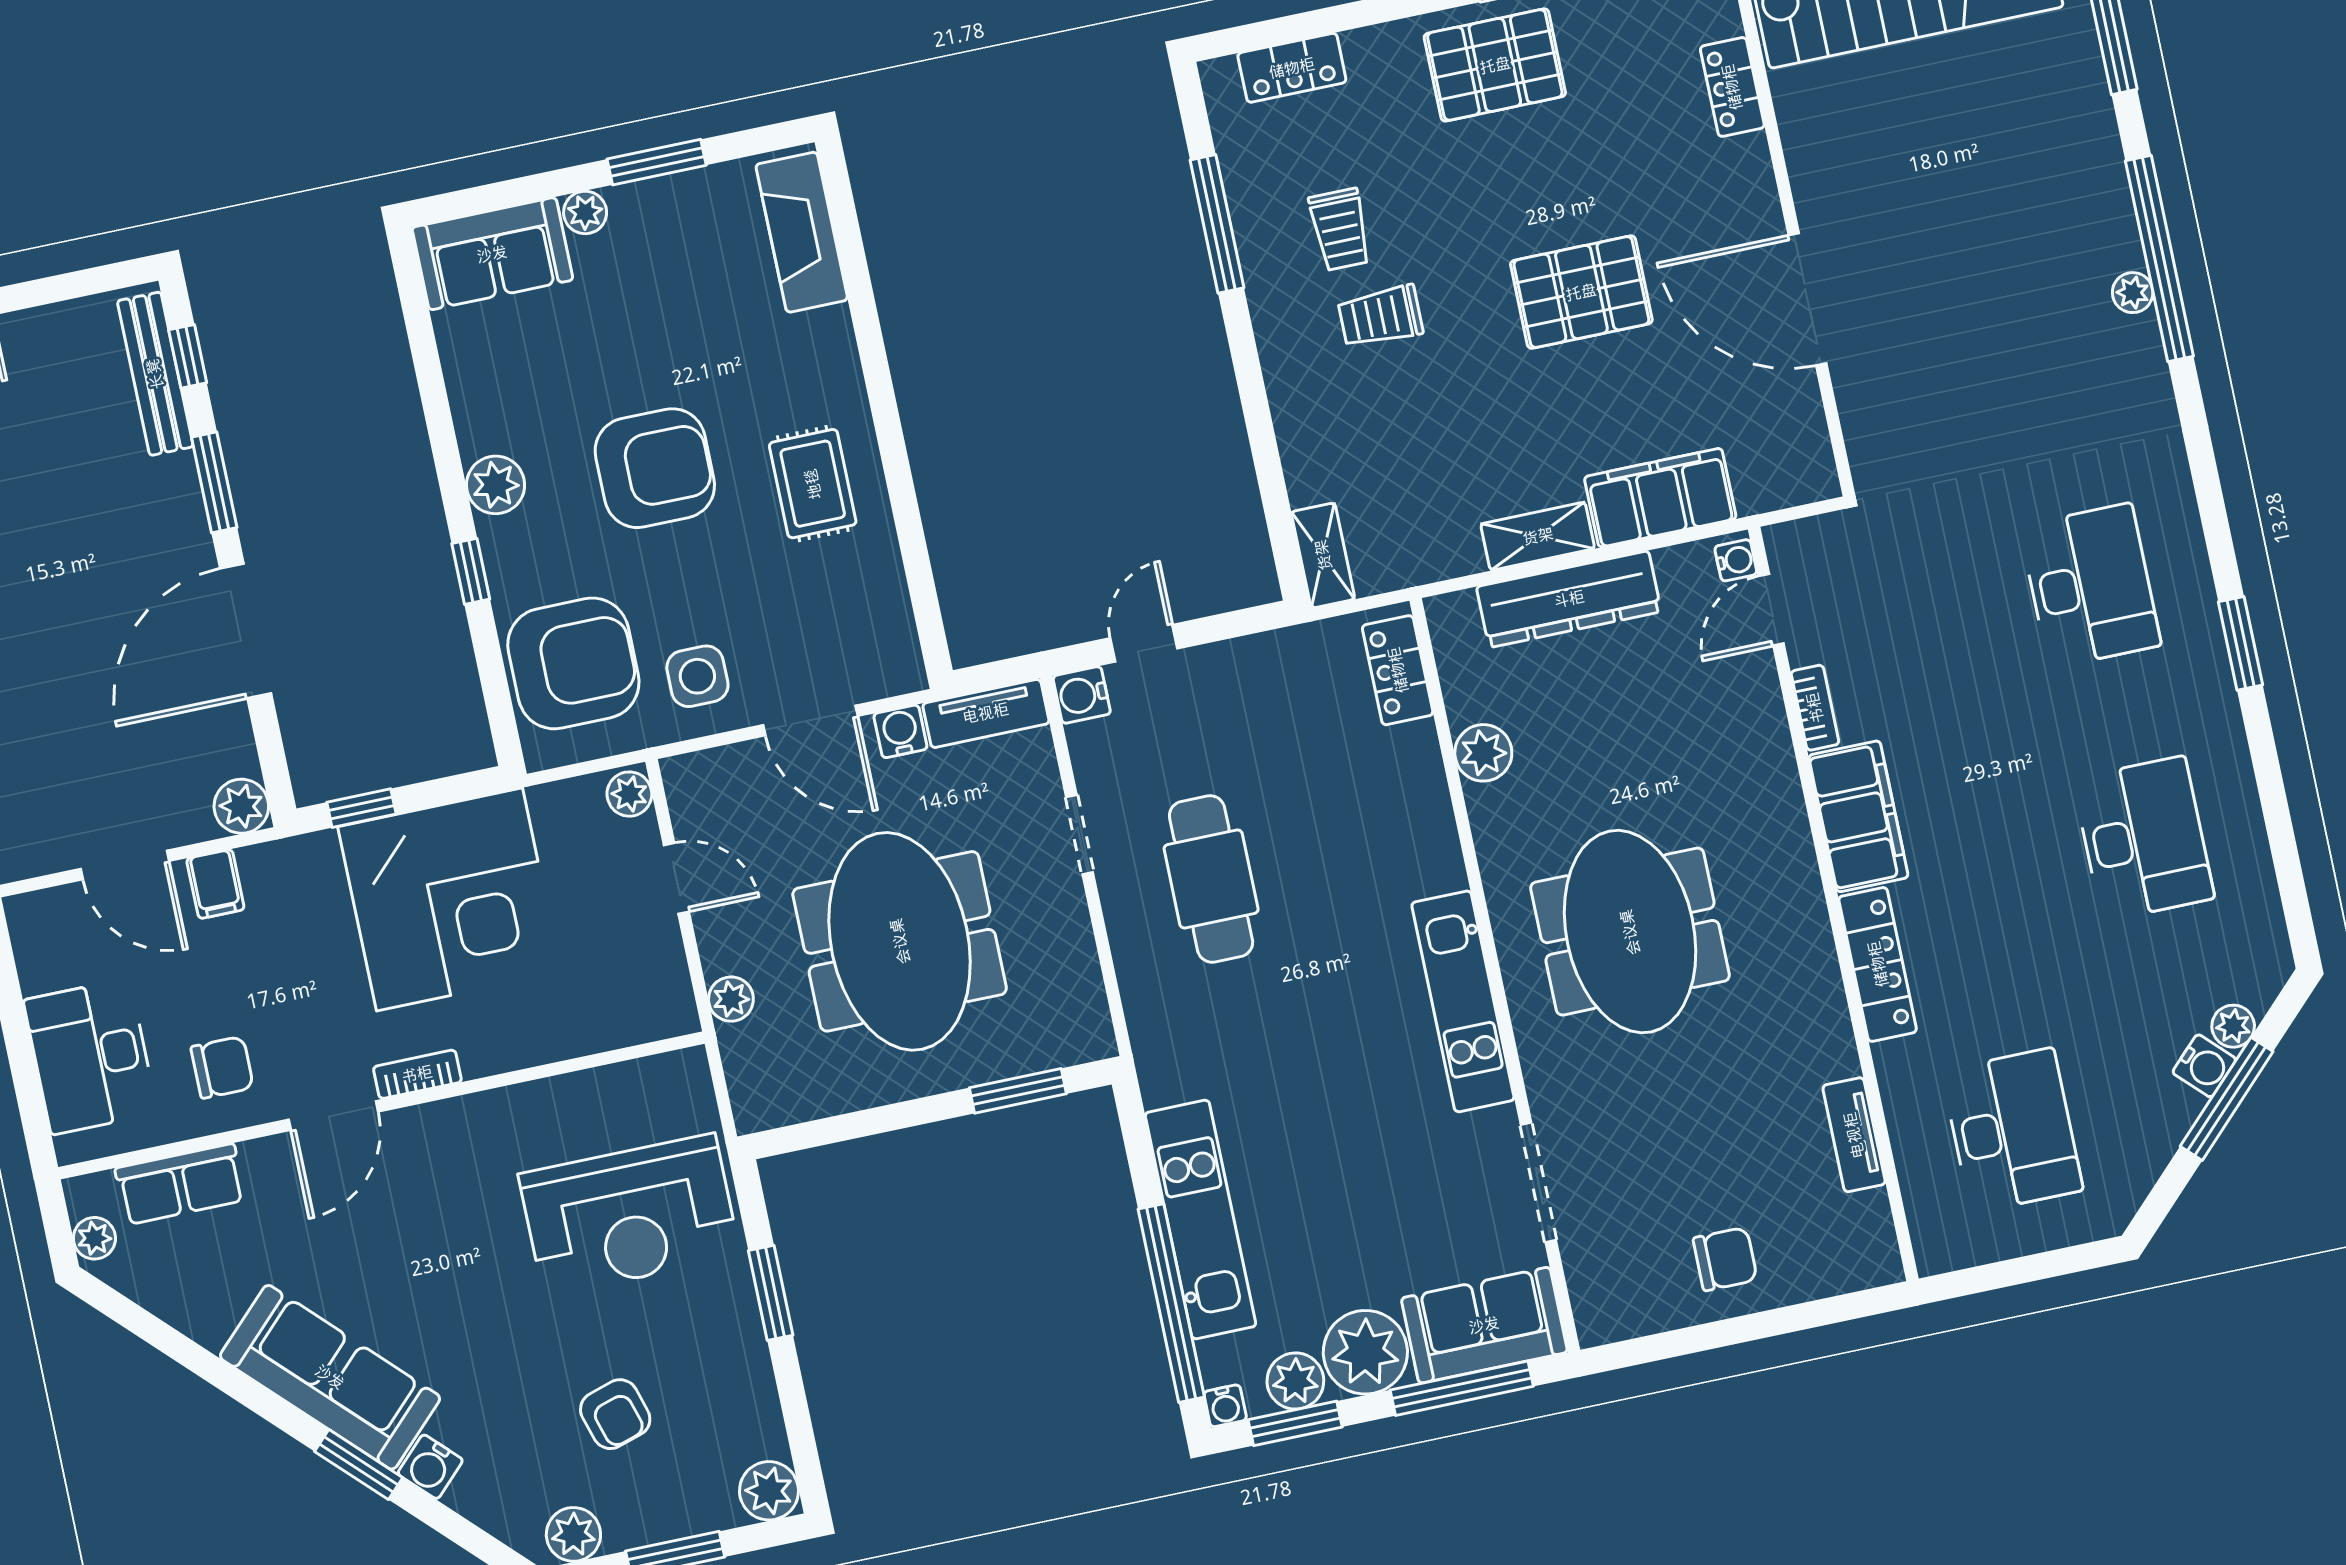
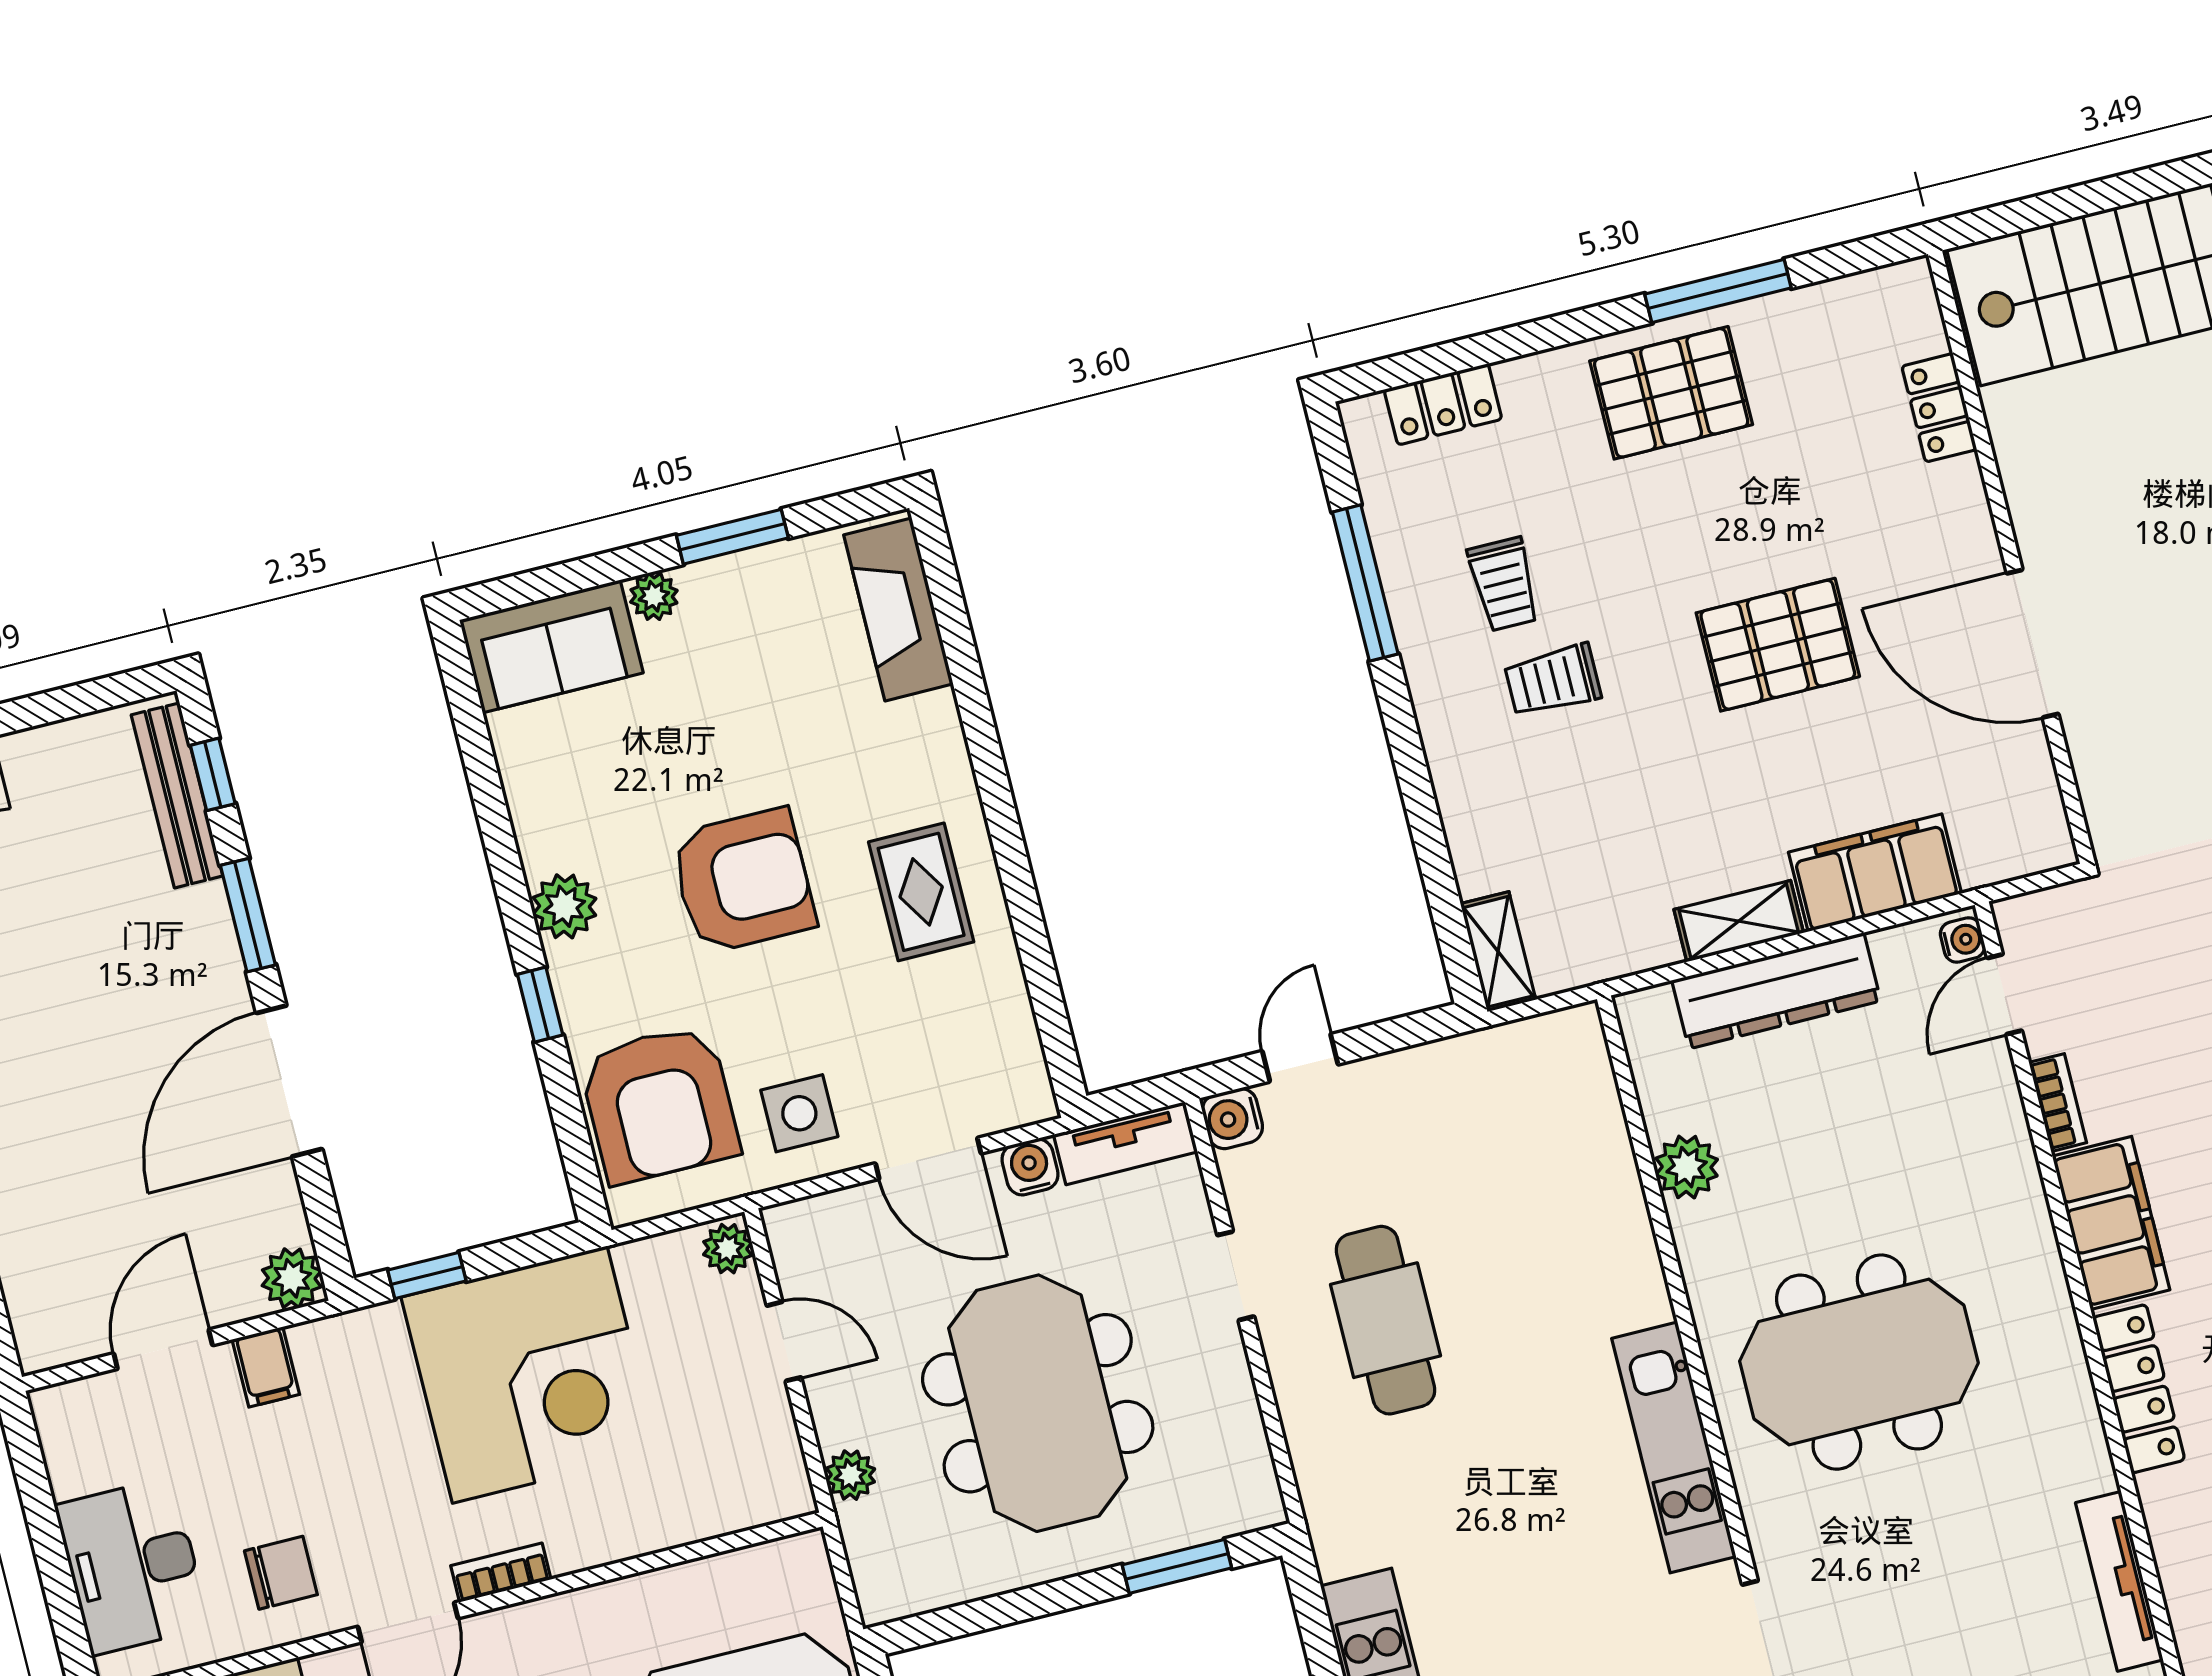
armchair: (573, 663) -> (659, 1104), turned 90
locker: (1398, 670) -> (1587, 1078), removed
door: (125, 865) -> (163, 1349), swing flipped
meeting table: (1630, 932) -> (1859, 1362), turned 90
tv unit: (1854, 1135) -> (2119, 1581), width x1.41

